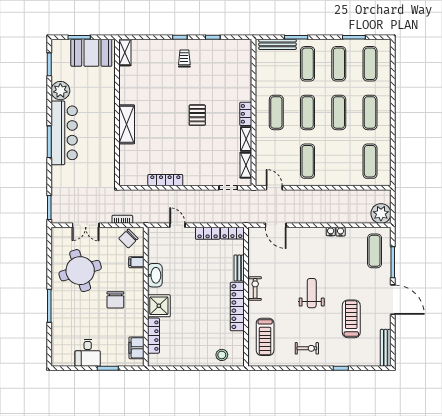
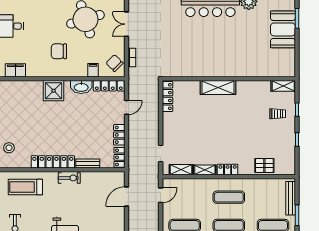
shelving: (125, 52) -> (283, 86), moved
wall: (117, 112) -> (229, 79), moved
pallet: (197, 115) -> (264, 165), moved
shelving: (127, 124) -> (218, 88), moved
locker: (153, 336) -> (109, 86), moved

